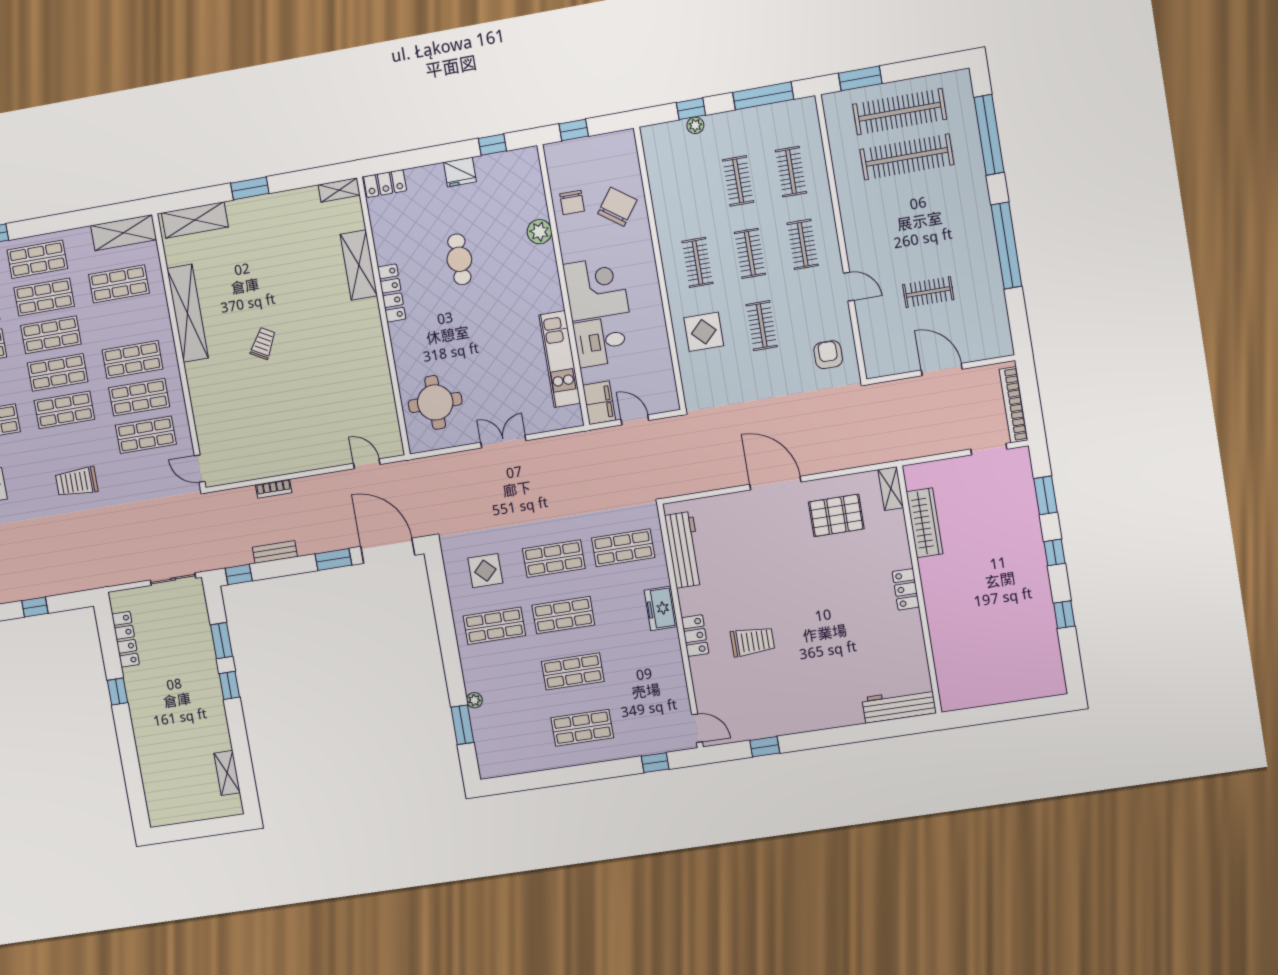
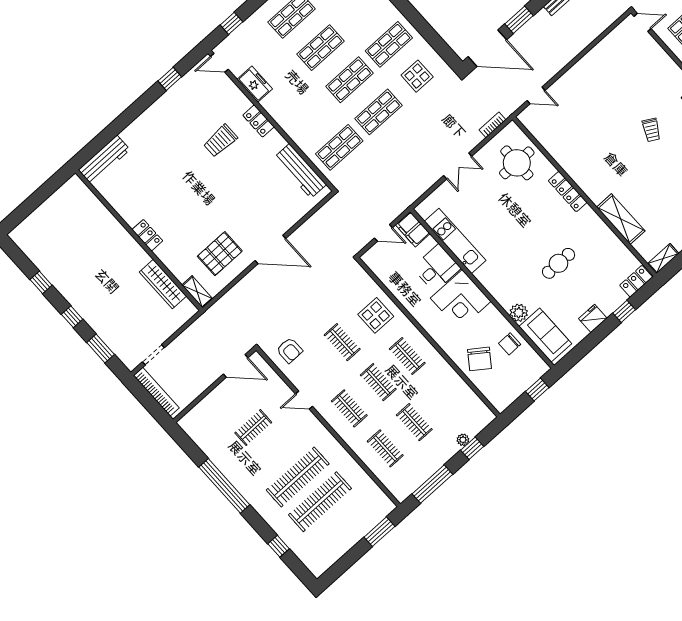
clothes rail: (900, 112) -> (298, 477), moved
window: (989, 135) -> (279, 546), width x0.32
window: (492, 145) -> (624, 311), moved
sofa: (525, 187) -> (545, 335), added
chair: (572, 202) -> (510, 344), turned -90
cafe table: (459, 259) -> (559, 263), turned 90
locker: (392, 293) -> (568, 192), moved
door: (942, 370) -> (236, 366), moved
bookcase: (274, 489) -> (492, 125), moved
freezer: (661, 608) -> (255, 84), moved

